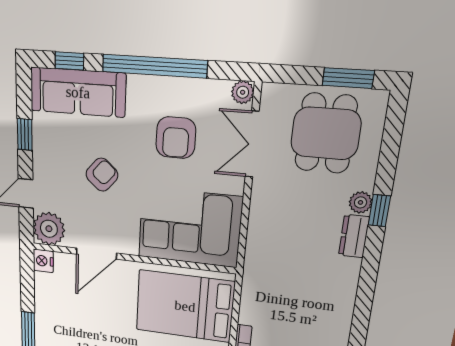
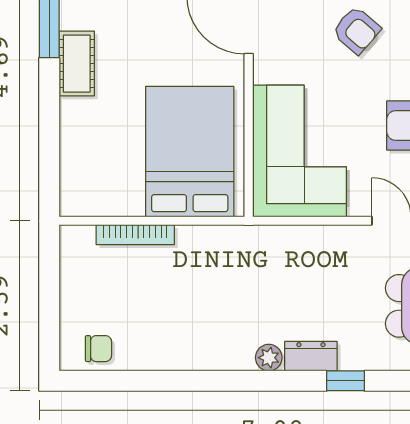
plant: (361, 202) -> (269, 358), moved

